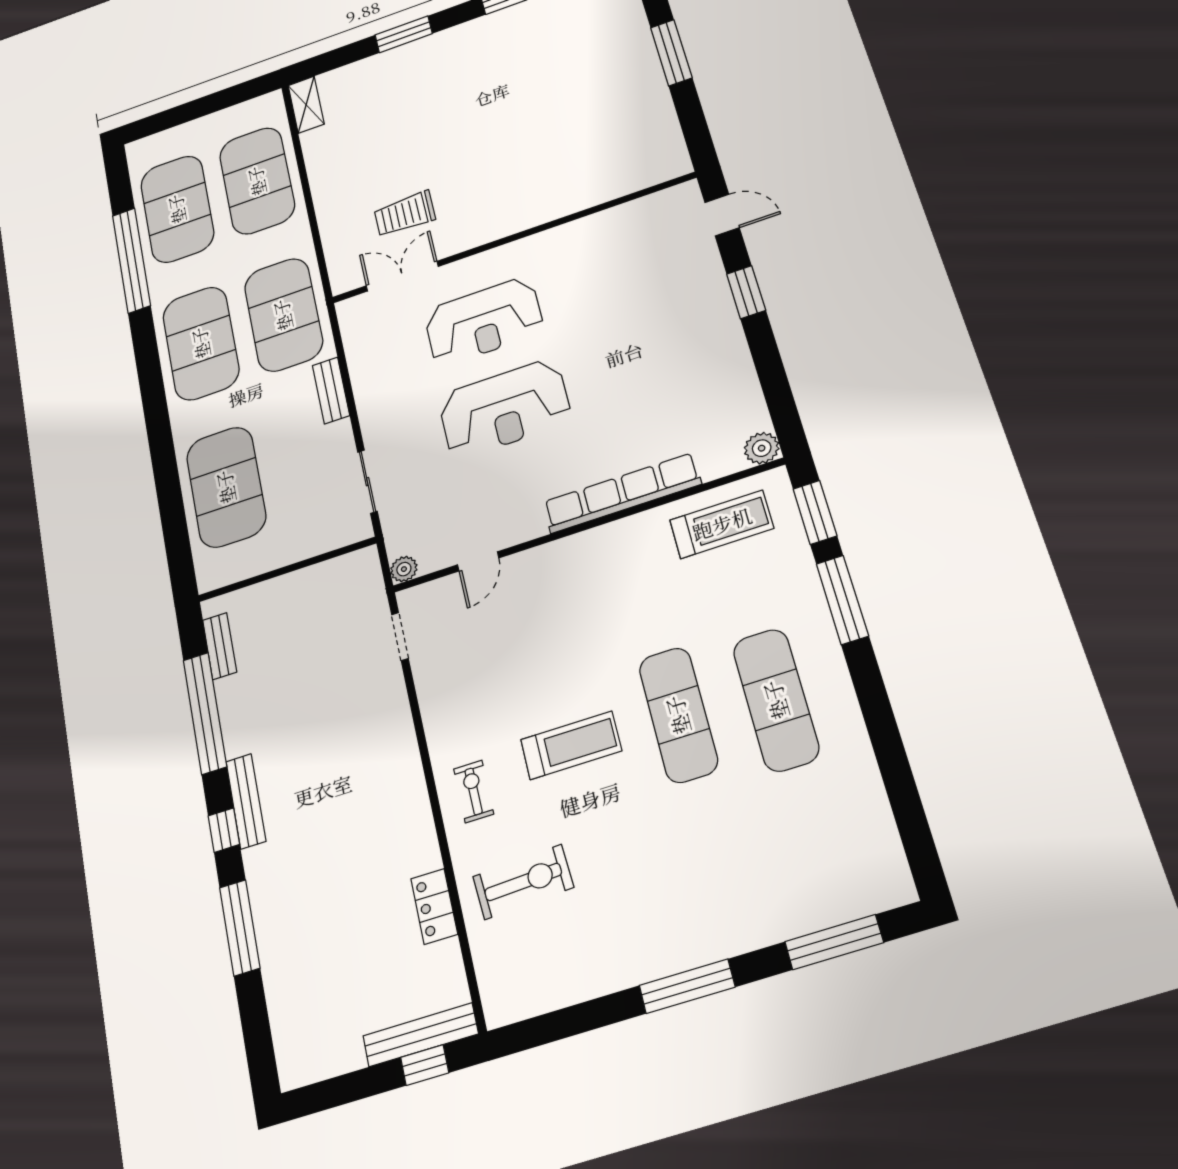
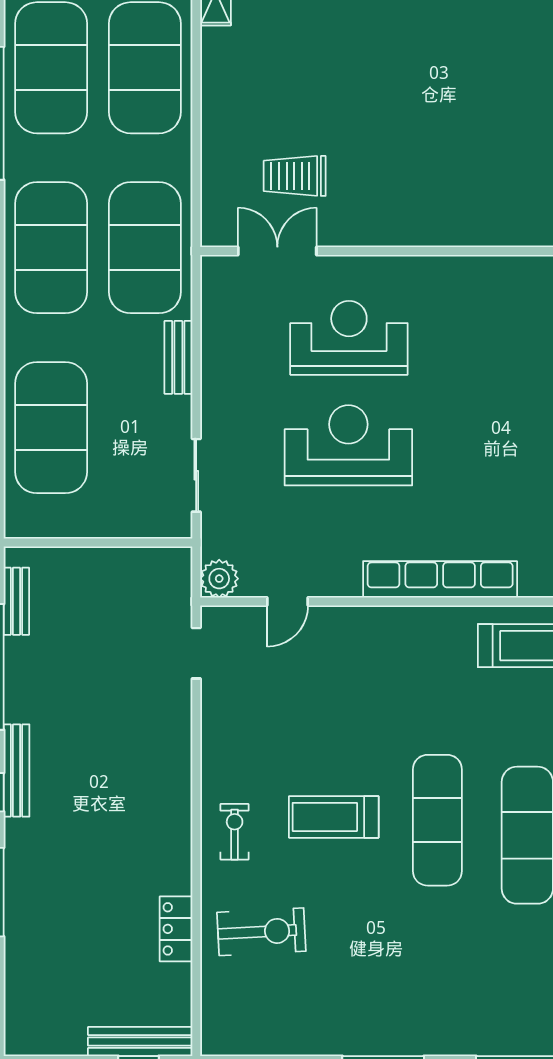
reception desk: (484, 321) -> (349, 338), turned 180
reception desk: (504, 409) -> (348, 445), turned 180
plant: (404, 569) -> (219, 579), width x1.38, depth x1.38
treadmill: (571, 745) -> (334, 817), turned 180

